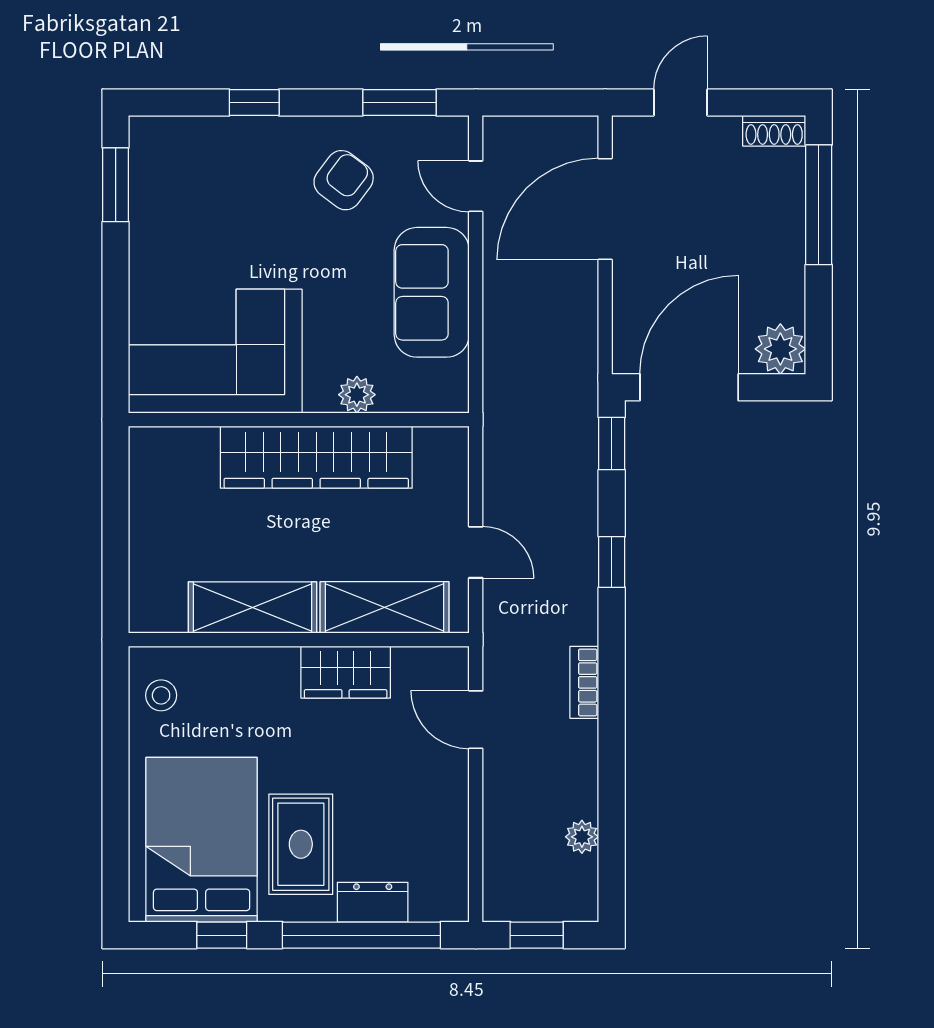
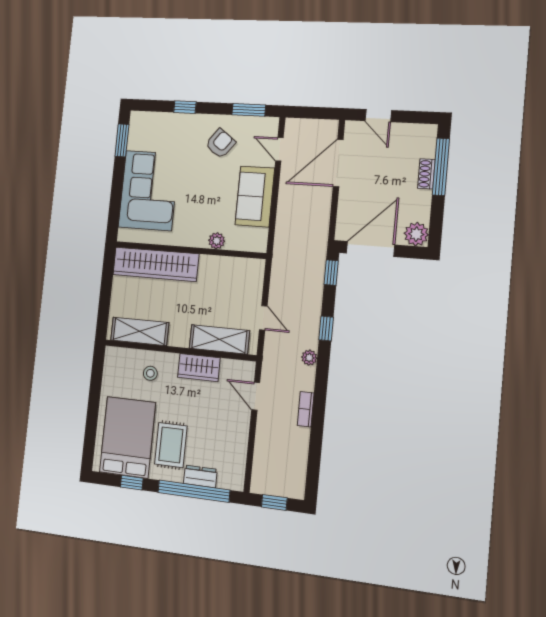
door: (681, 103) -> (378, 116), swing flipped
shoe rack: (774, 131) -> (426, 174), moved, turned 90
corner sofa: (215, 351) -> (149, 191), moved, turned 90
wardrobe: (316, 457) -> (156, 264), moved
shelving: (253, 607) -> (140, 331), moved
bookcase: (584, 682) -> (306, 409), moved
stool: (161, 695) -> (150, 373), moved
plant: (582, 837) -> (309, 358), moved

